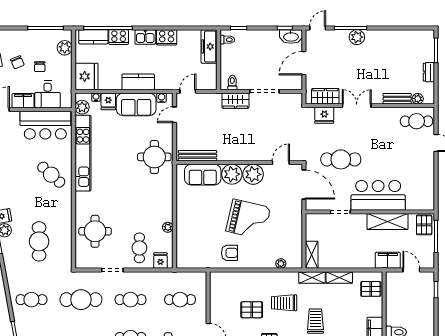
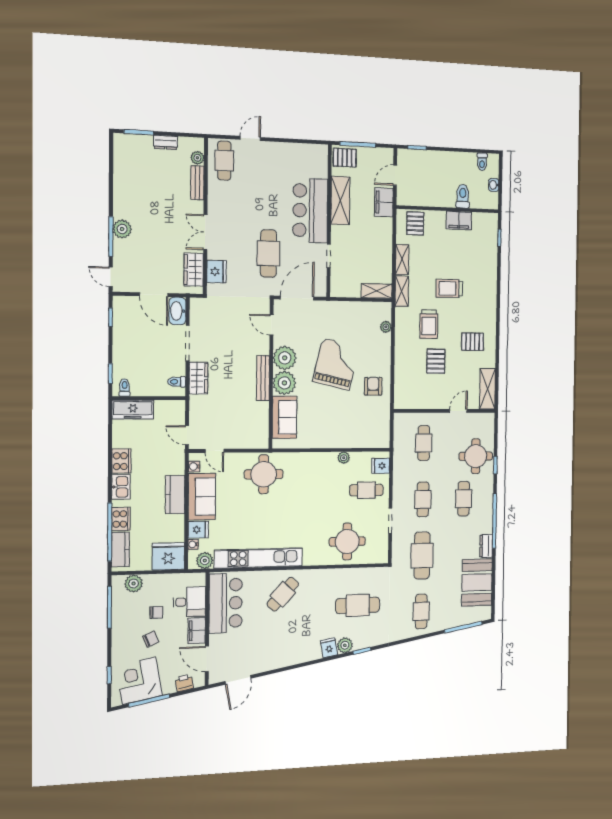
washbasin: (291, 37) -> (177, 311), moved, turned 180
bench: (197, 156) -> (263, 378), moved

